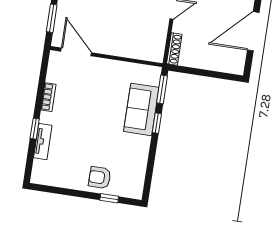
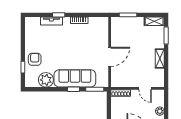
door: (76, 52) -> (110, 57), moved
sofa: (141, 109) -> (75, 78), width x1.36
plant: (135, 165) -> (46, 80), added

